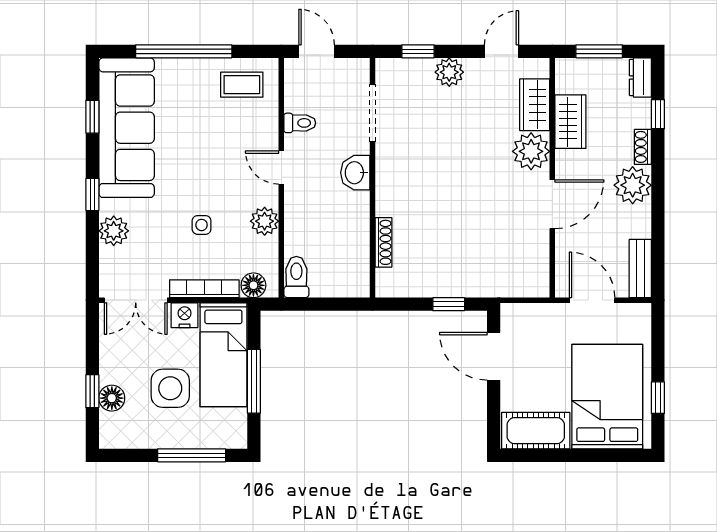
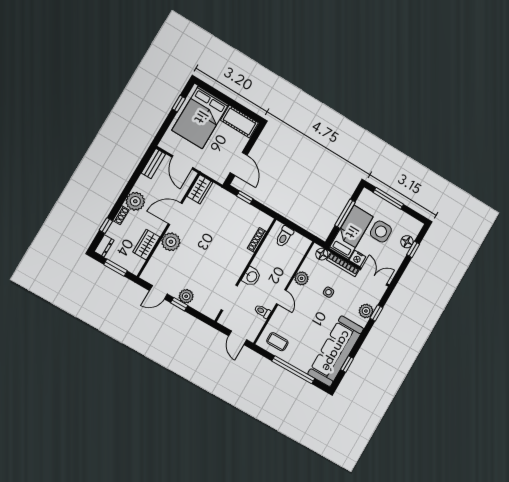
window: (418, 51) -> (179, 304), moved
wardrobe: (535, 105) -> (200, 189), moved
window: (92, 194) -> (376, 313), moved
toilet: (296, 277) -> (284, 236), moved

